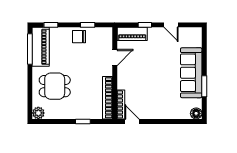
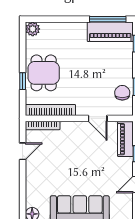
chair: (79, 37) -> (122, 93), moved
dining table: (55, 86) -> (44, 73), moved
door: (132, 121) -> (23, 151), moved

